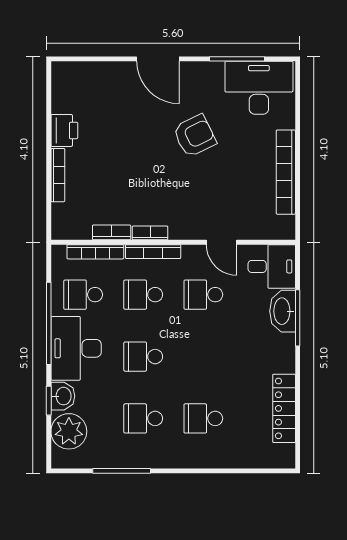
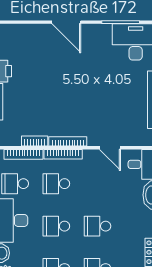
armchair: (195, 136) -> (92, 75), removed
bookcase: (150, 233) -> (68, 141), width x1.56
school desk: (203, 295) -> (97, 226), moved

